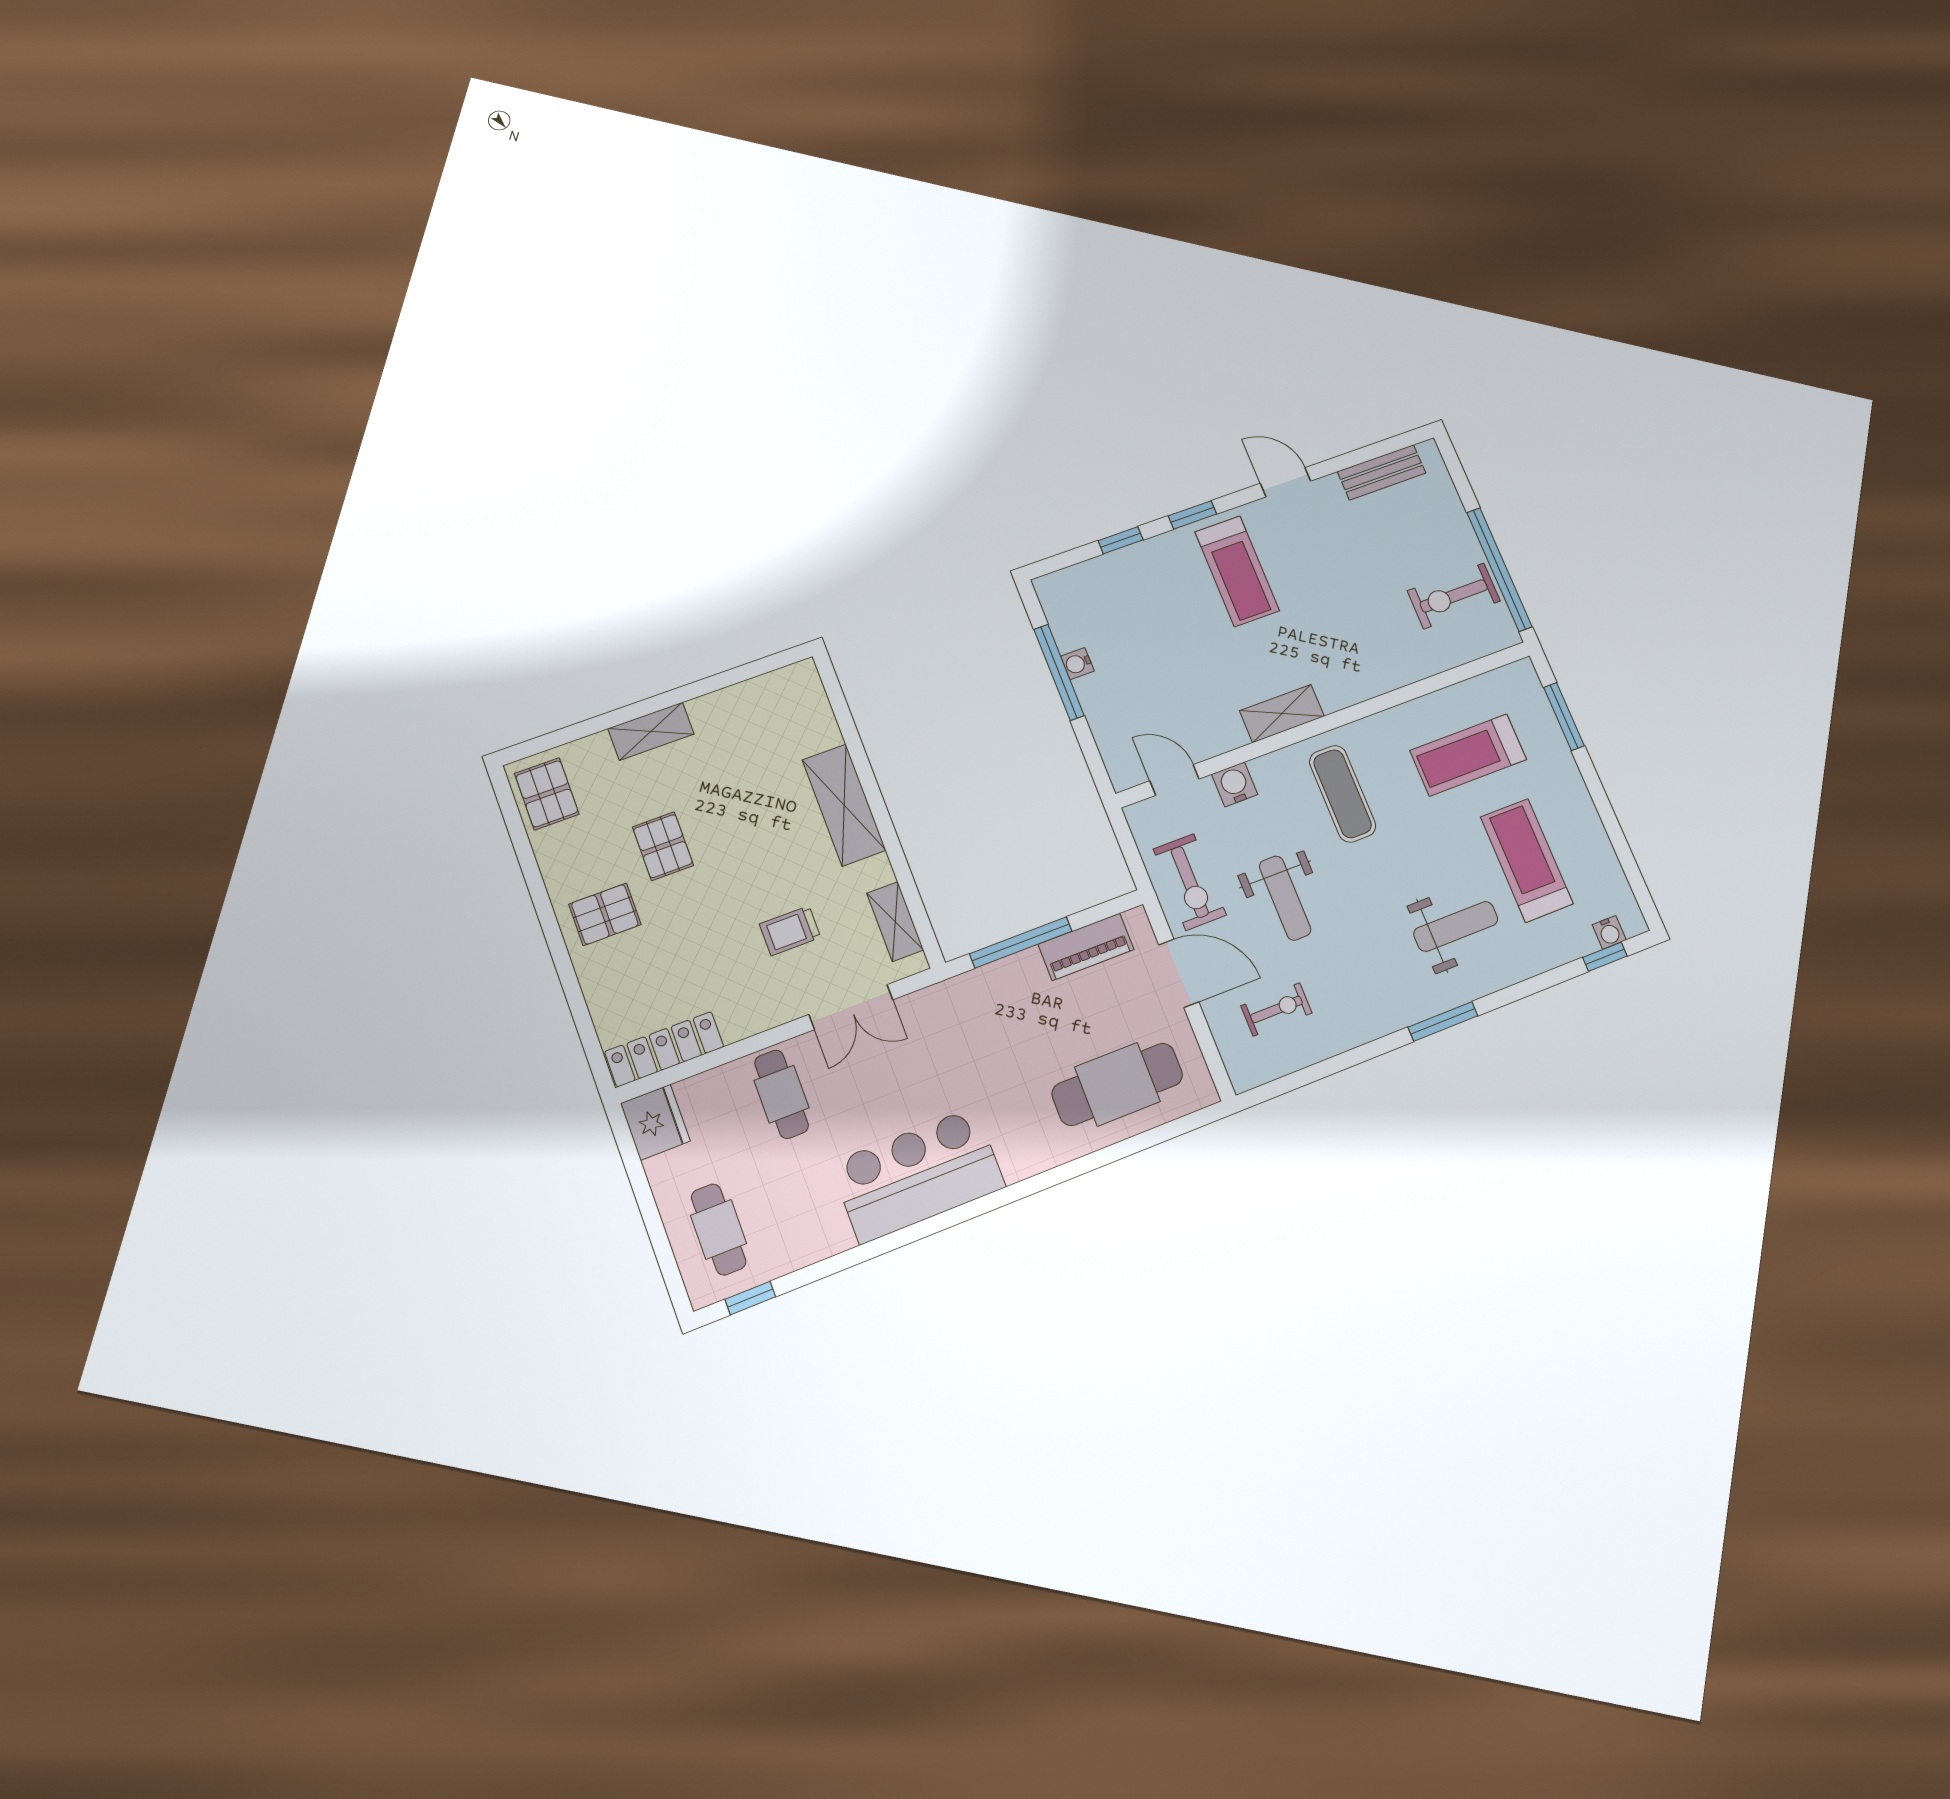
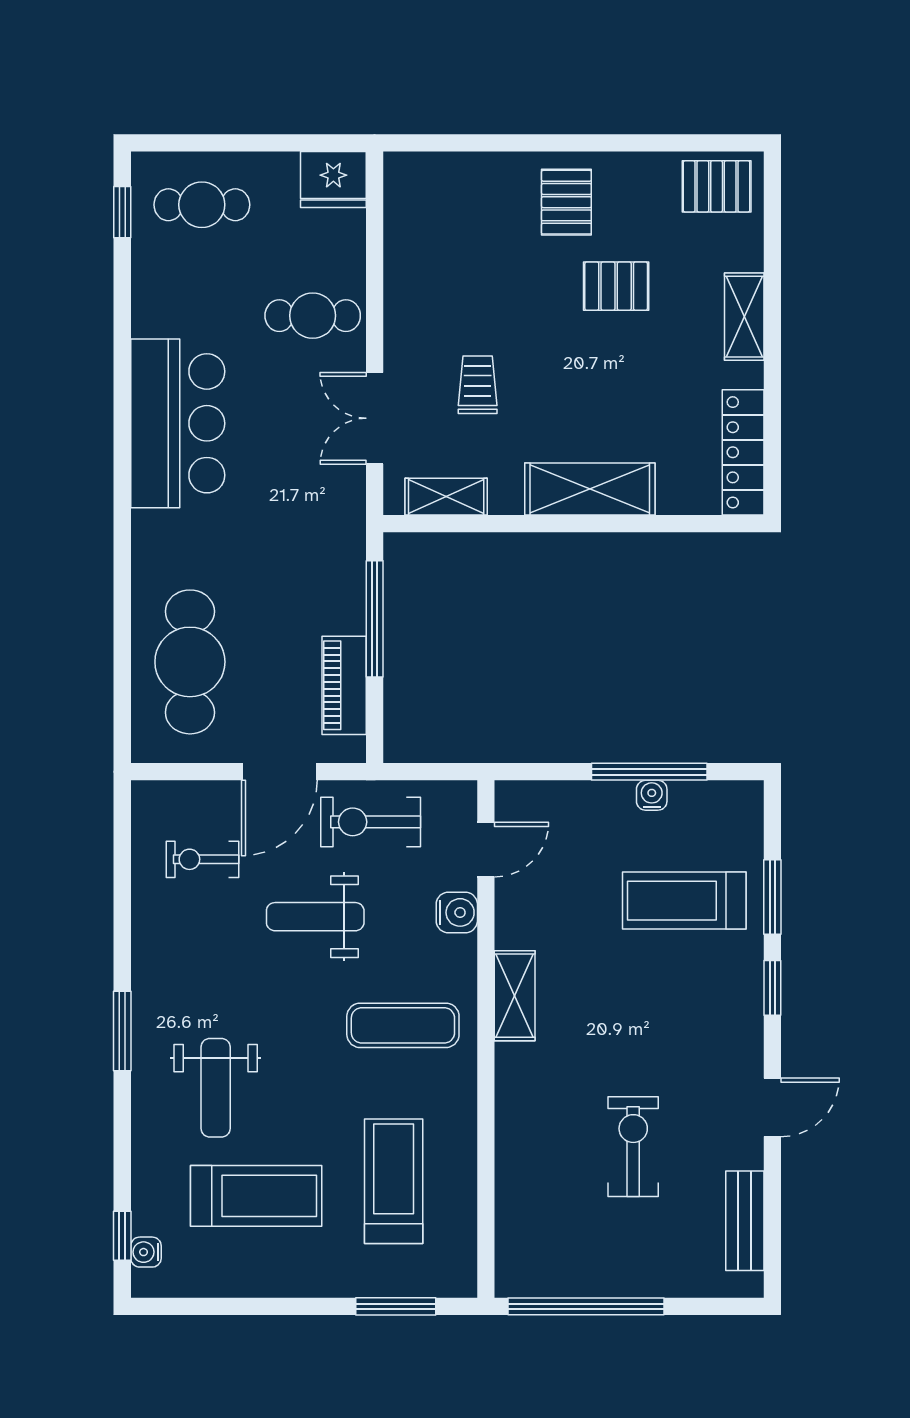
window: (1121, 540) -> (772, 897), width x1.50
treadmill: (1237, 571) -> (684, 901), moved
exercise bike: (1454, 596) -> (633, 1147), moved
exercise bike: (1276, 1009) -> (202, 859), turned 90
locker: (664, 1049) -> (743, 452), moved, turned 180

